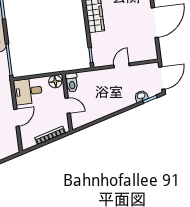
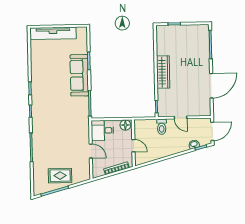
door: (121, 65) -> (181, 118), swing flipped
toilet: (72, 83) -> (162, 127), moved
door: (17, 118) -> (91, 151), hinge flipped

